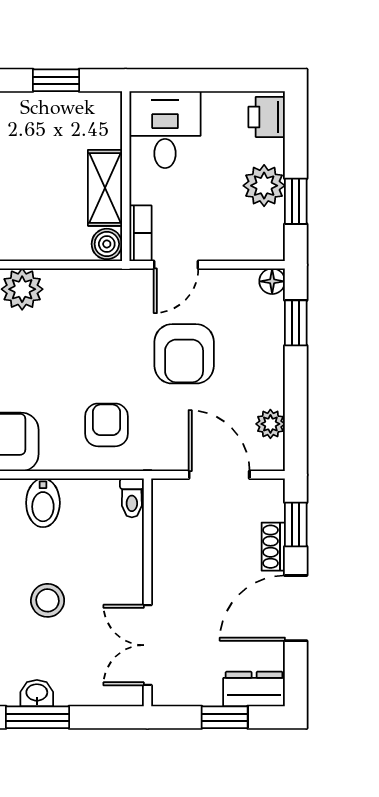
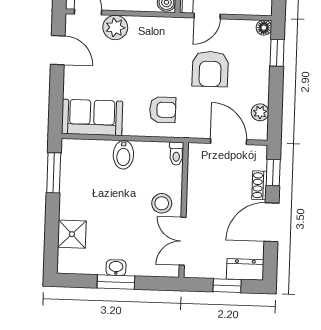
armchair: (107, 425) -> (163, 110), turned 90
stool: (48, 600) -> (162, 203), moved

